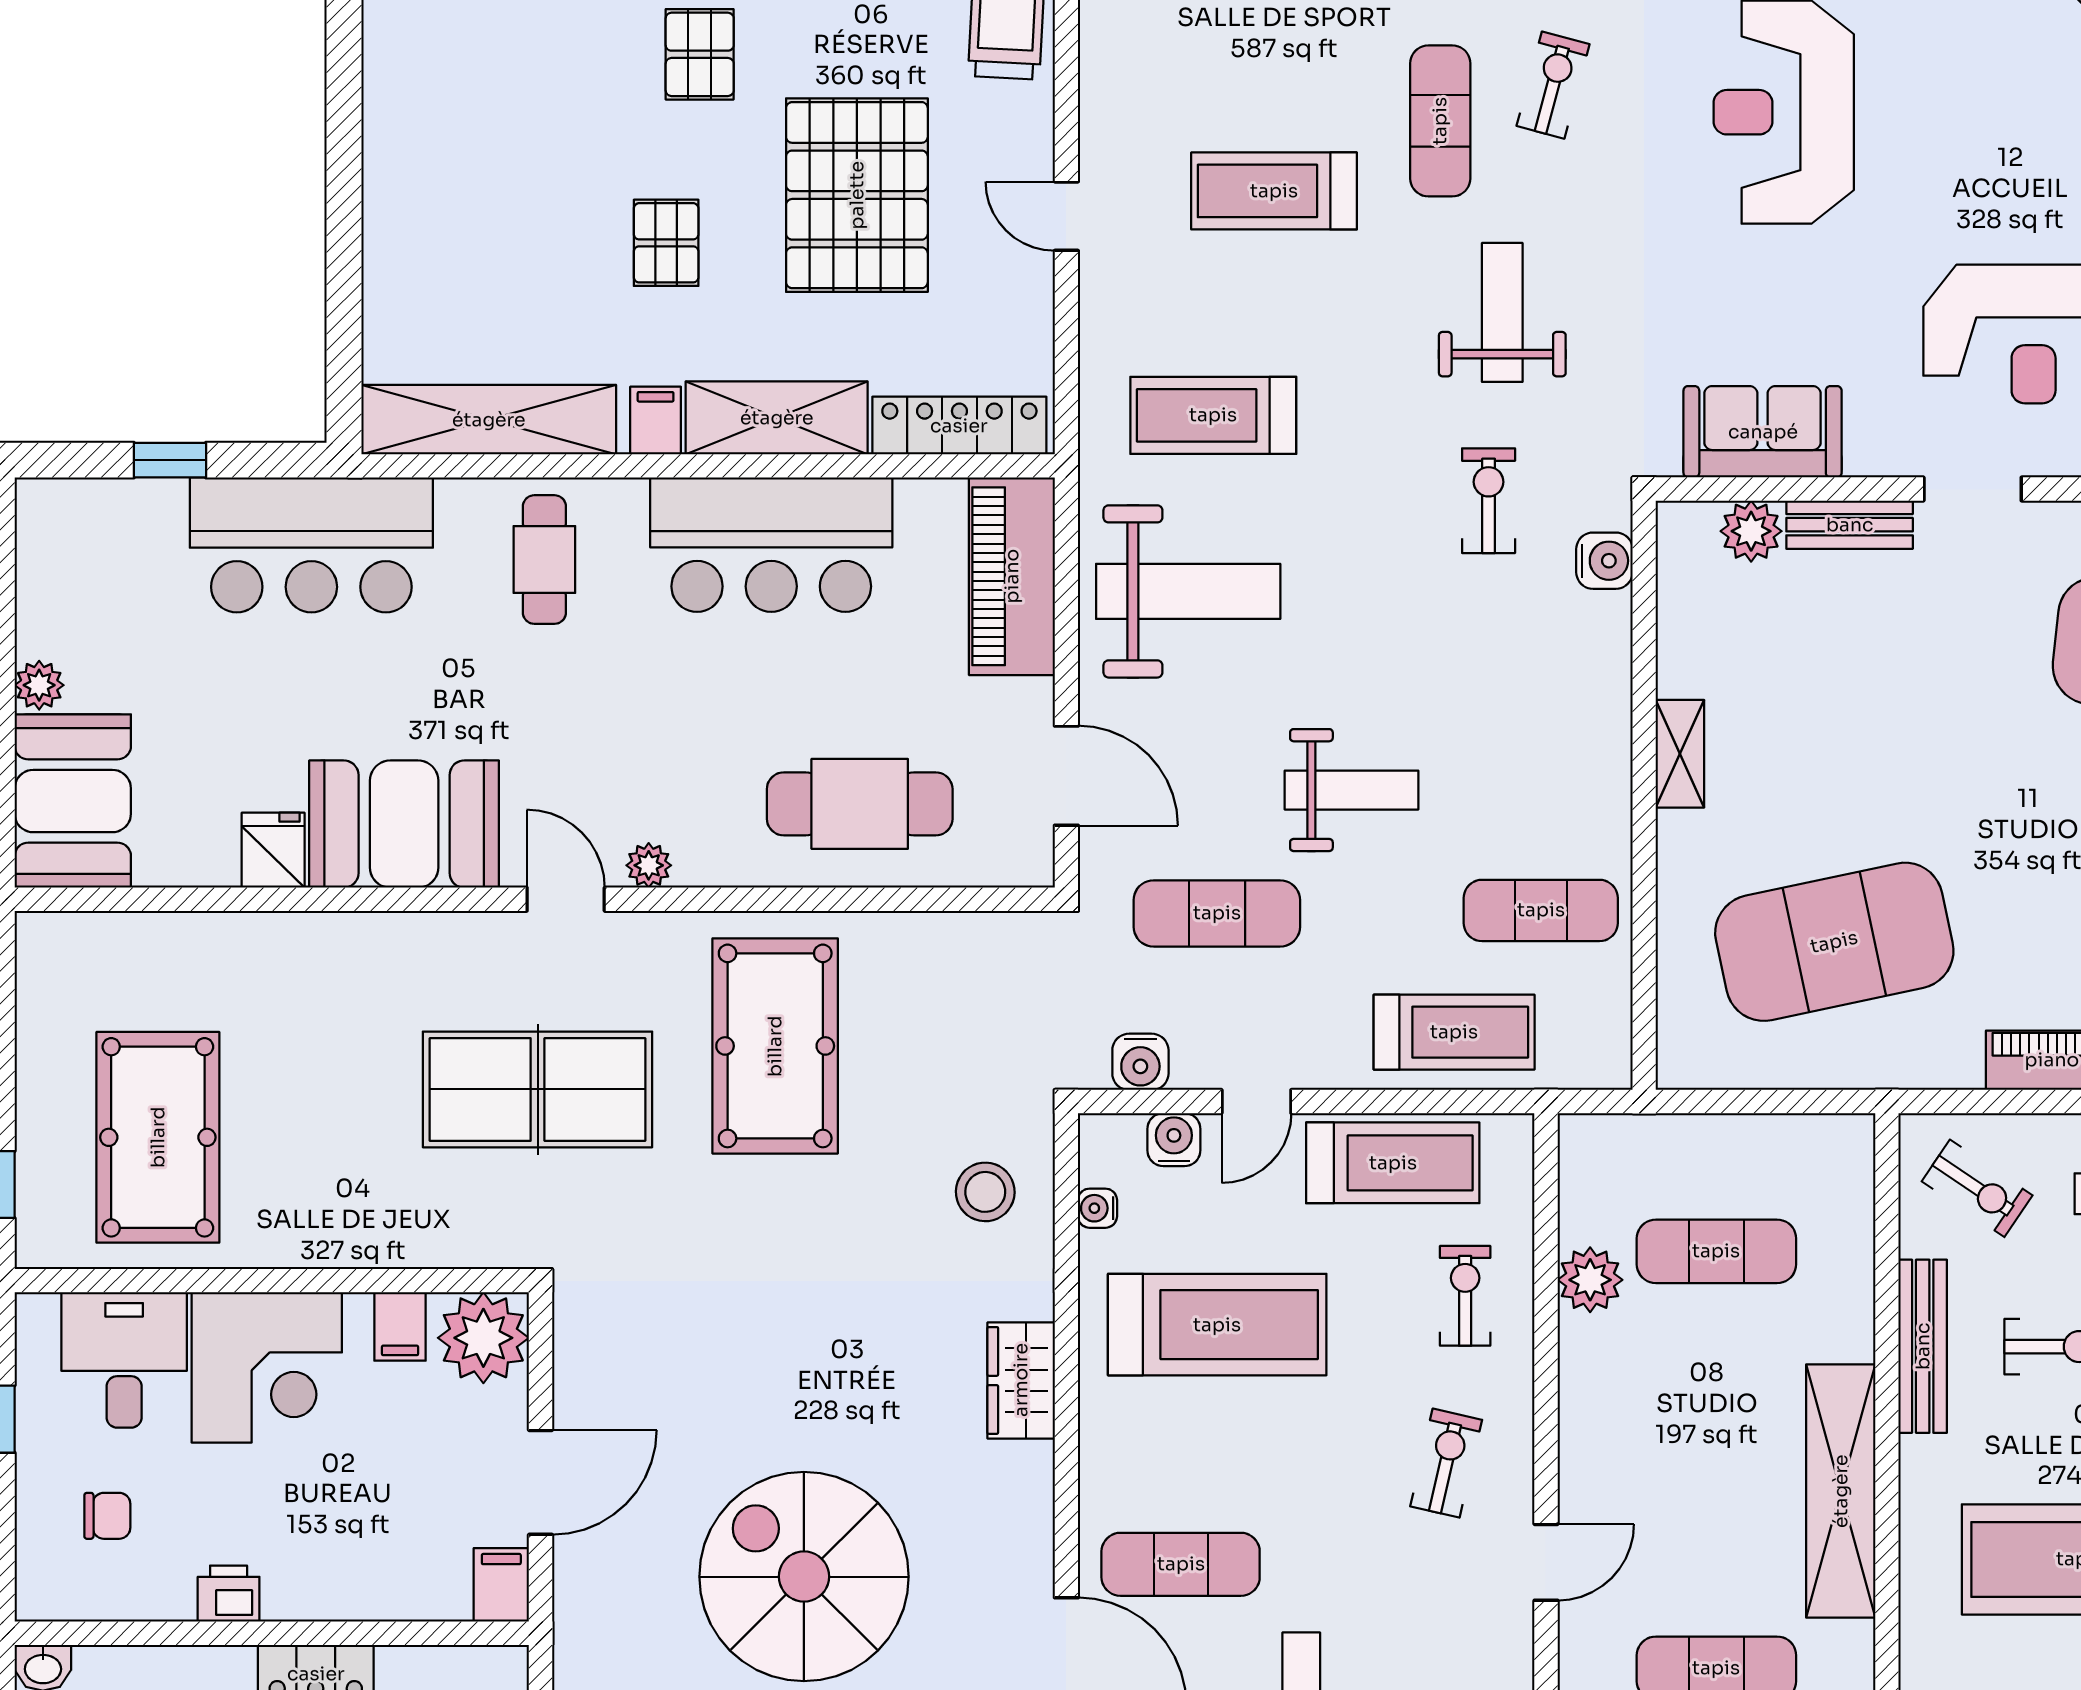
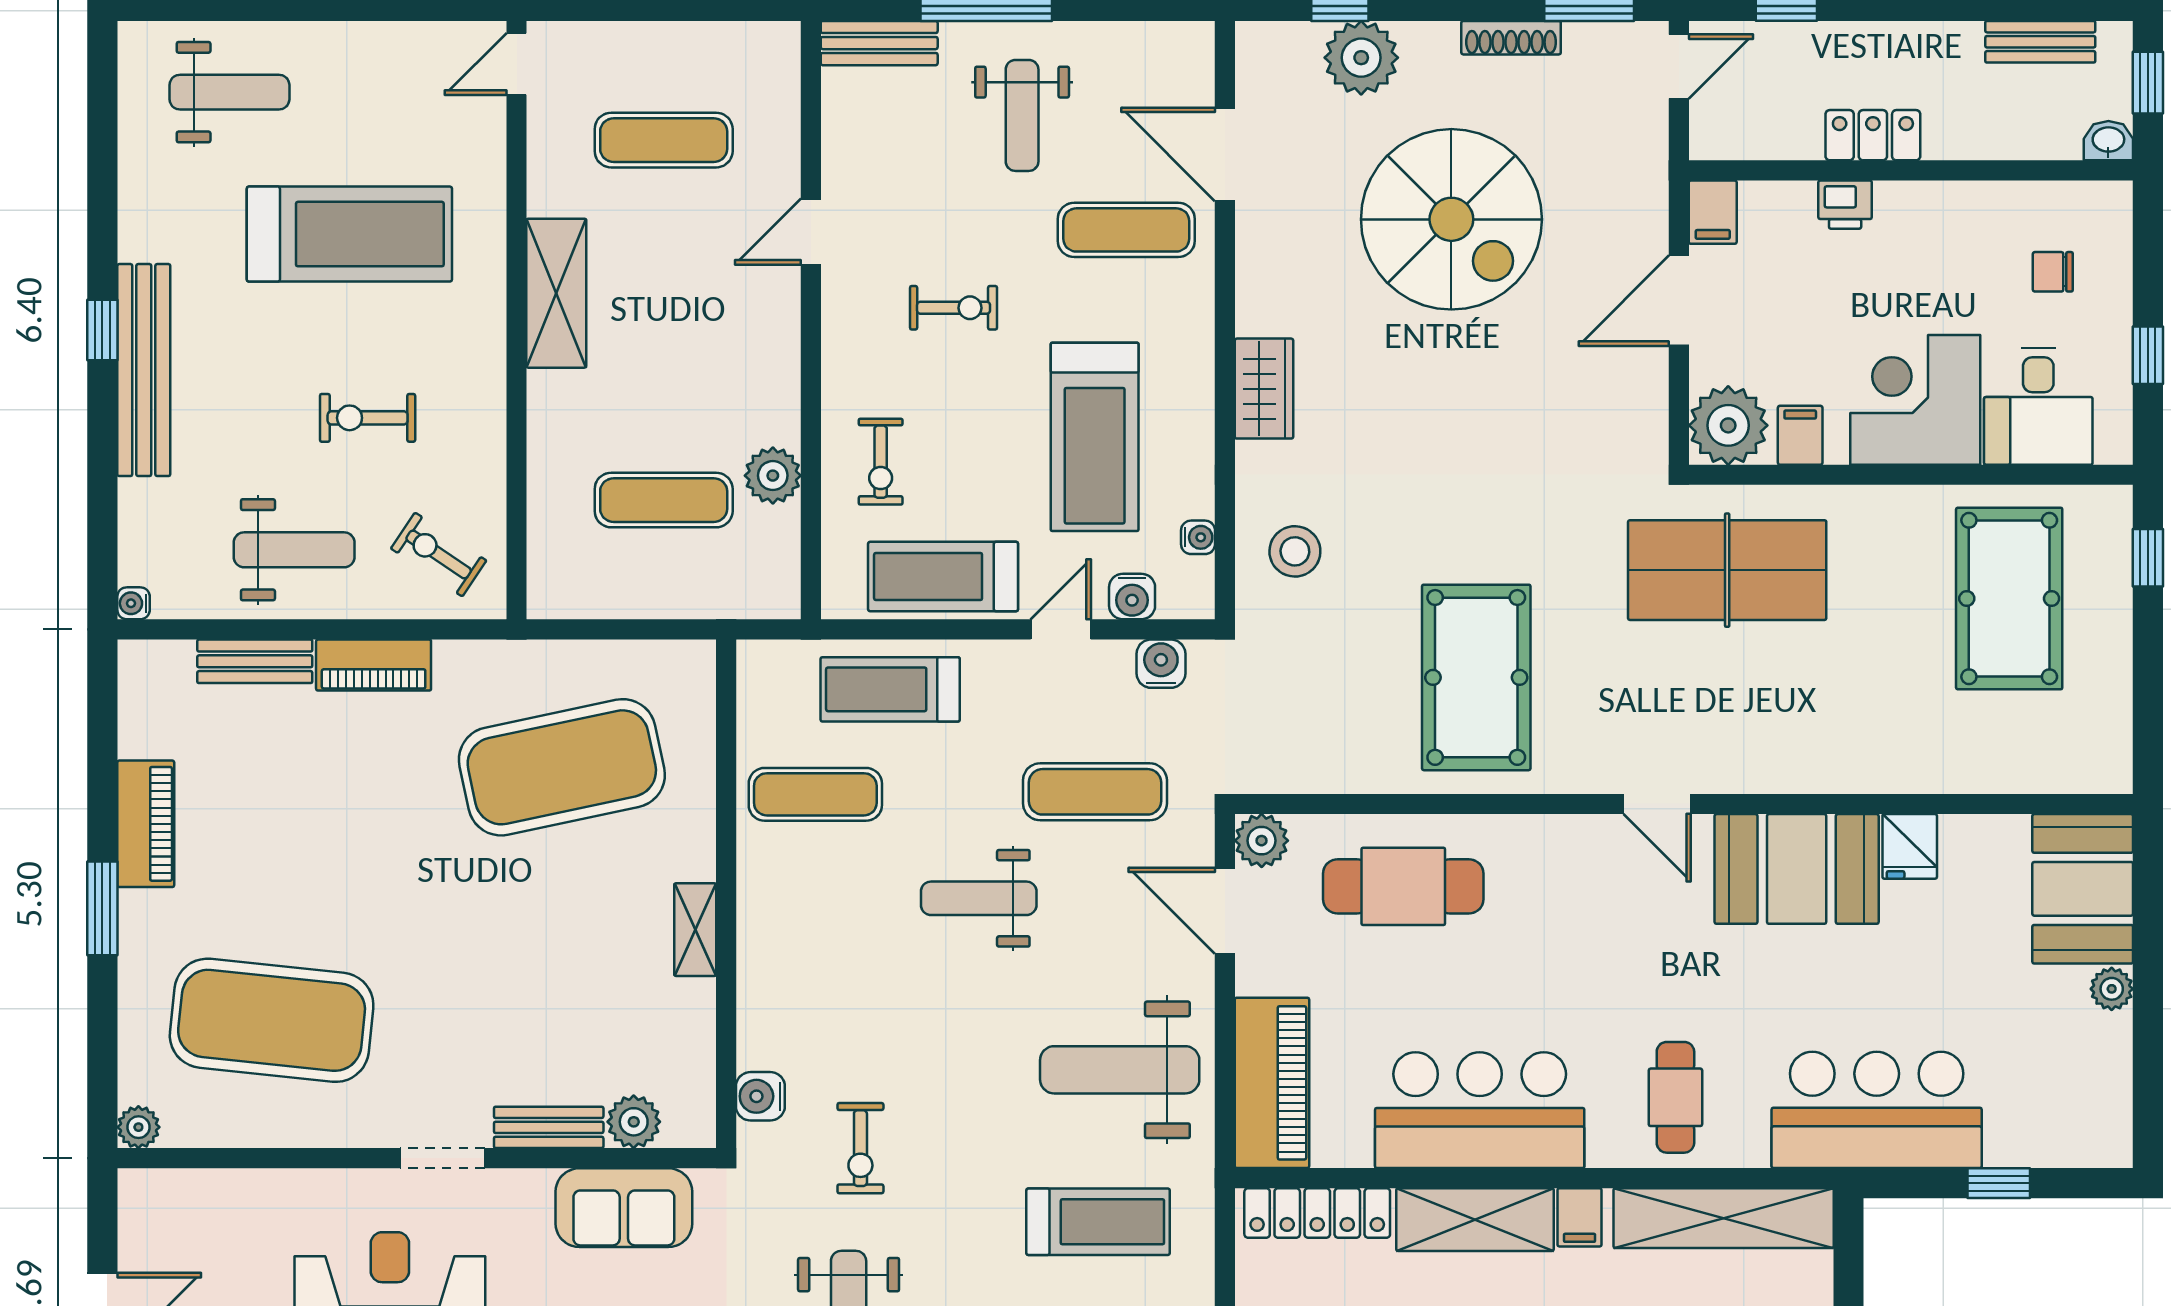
plant: (649, 865) -> (1262, 841), moved, width x1.38, depth x1.38
table tennis table: (538, 1089) -> (1727, 570), moved
treadmill: (1217, 1325) -> (1095, 437), turned -90
bench: (1923, 1346) -> (486, 418), removed
exercise bike: (1446, 1463) -> (954, 308), moved, turned -103
shelving: (1841, 1491) -> (556, 293), width x0.68
printer: (229, 1594) -> (1845, 205), moved

